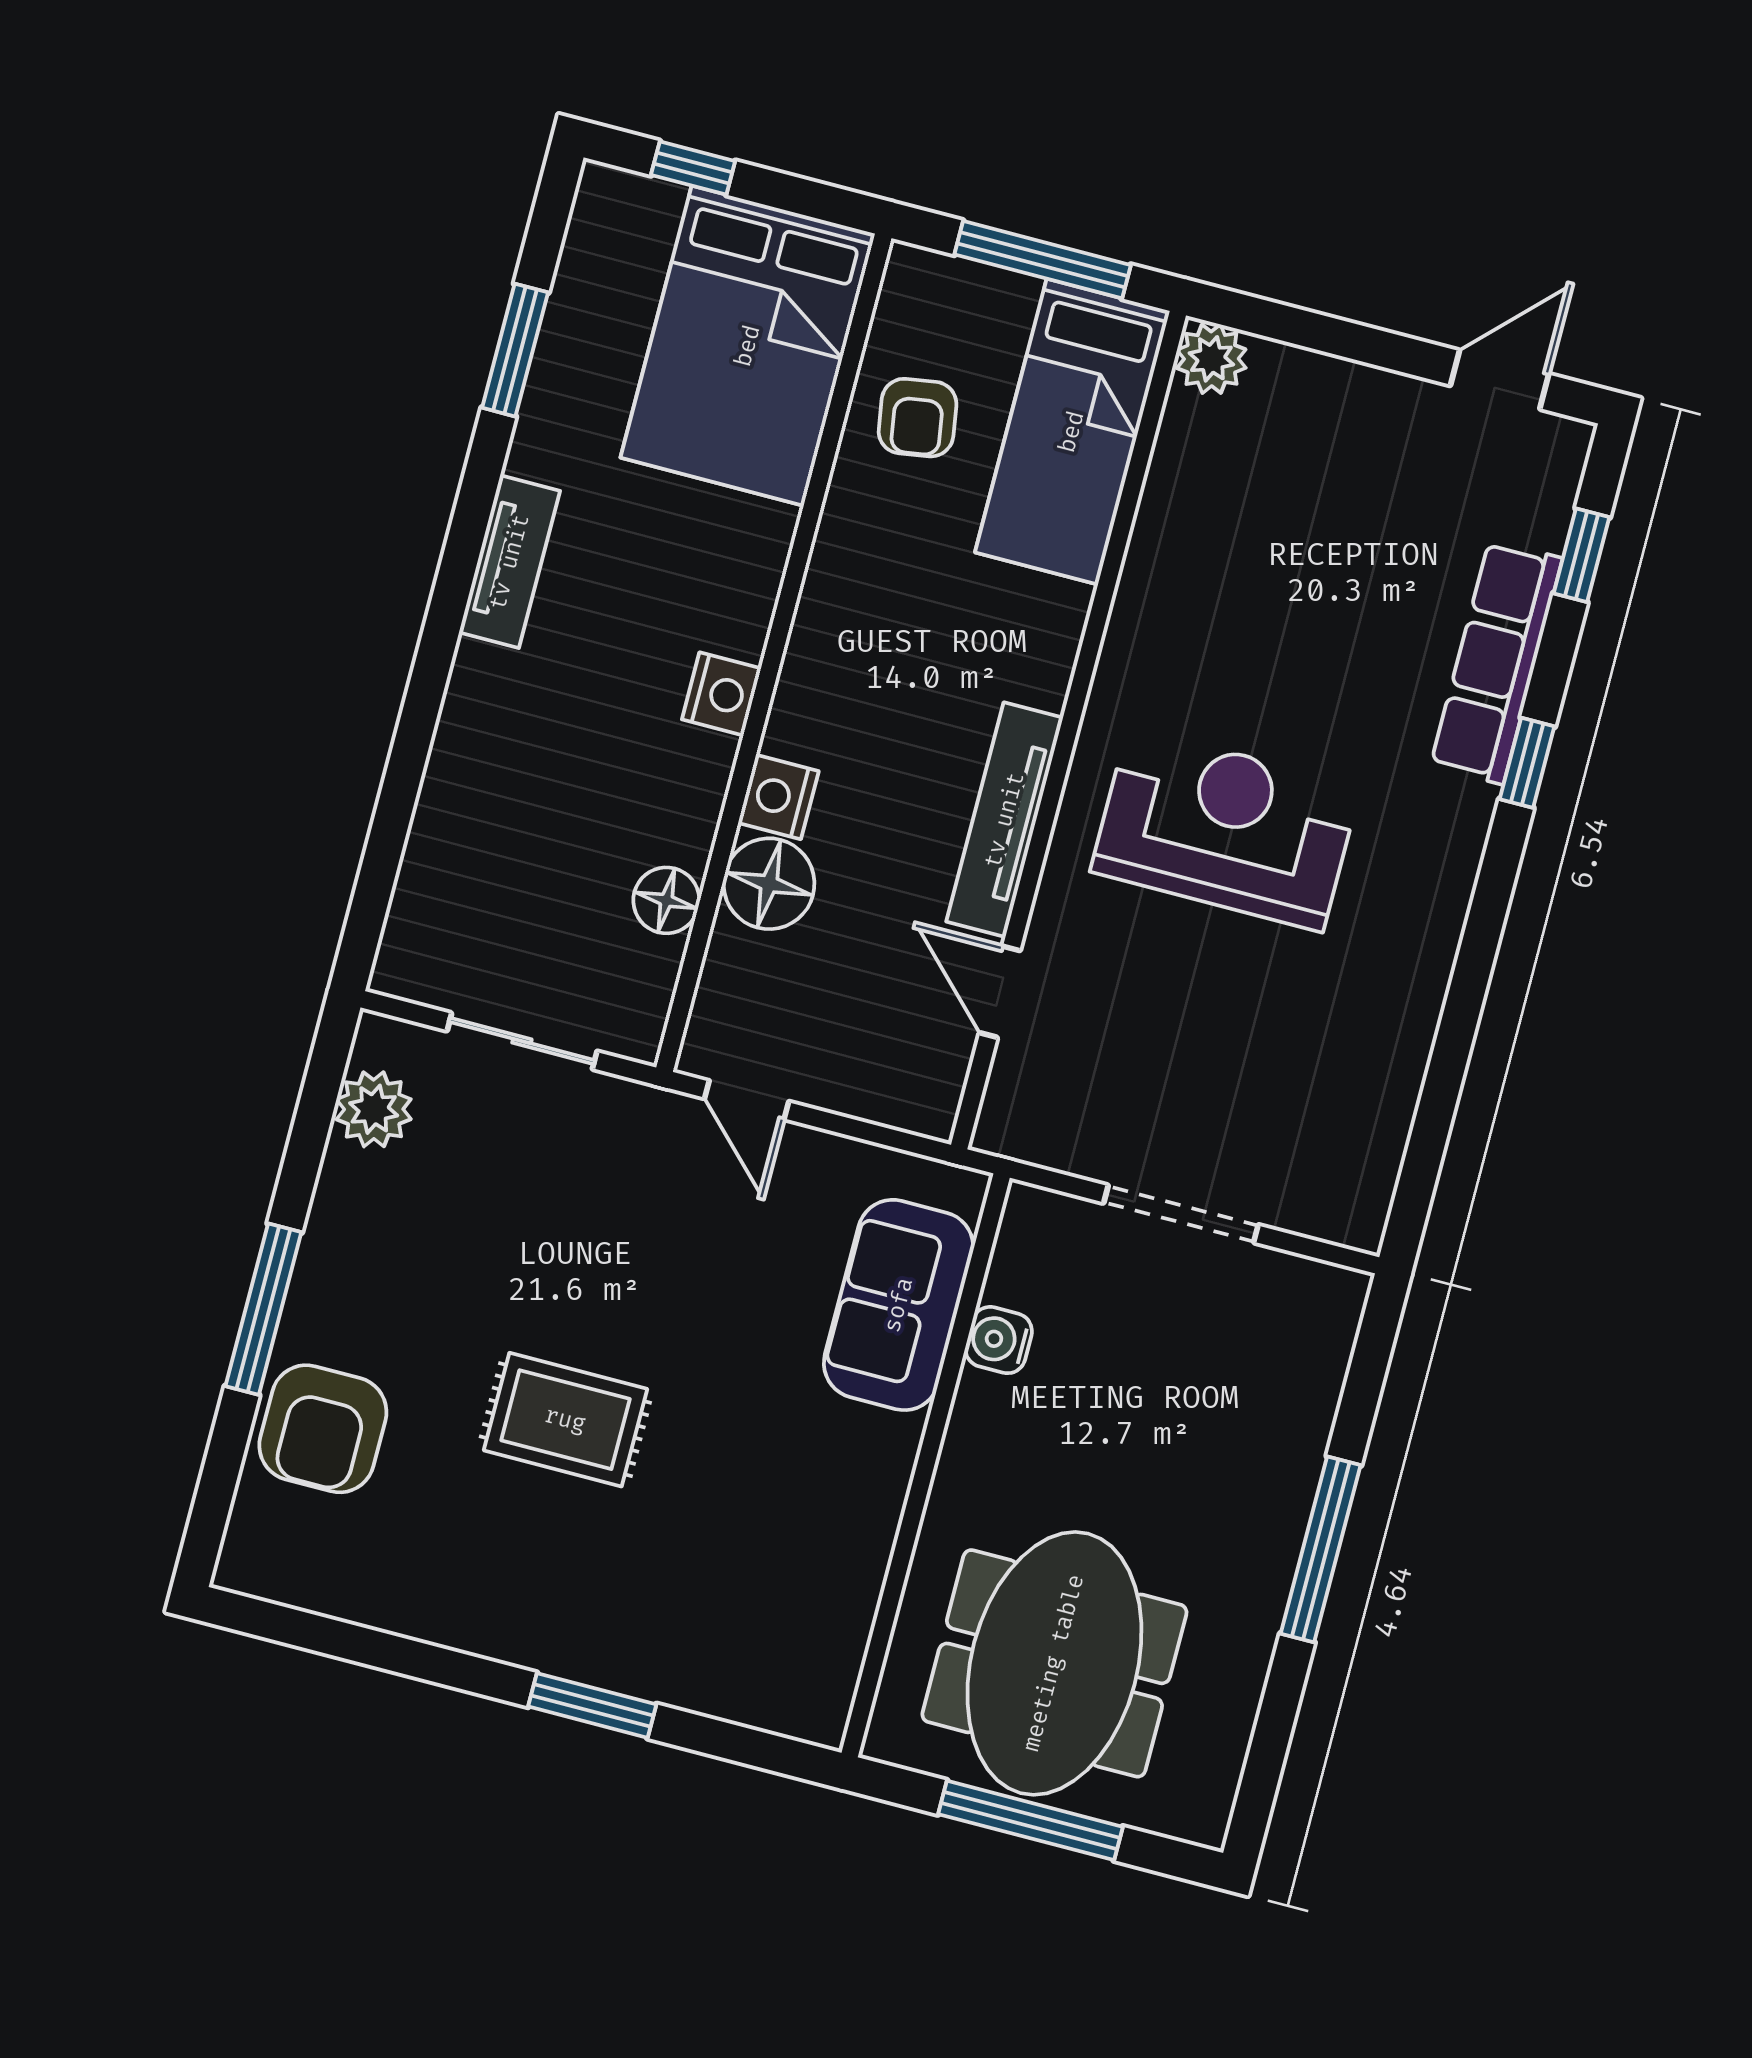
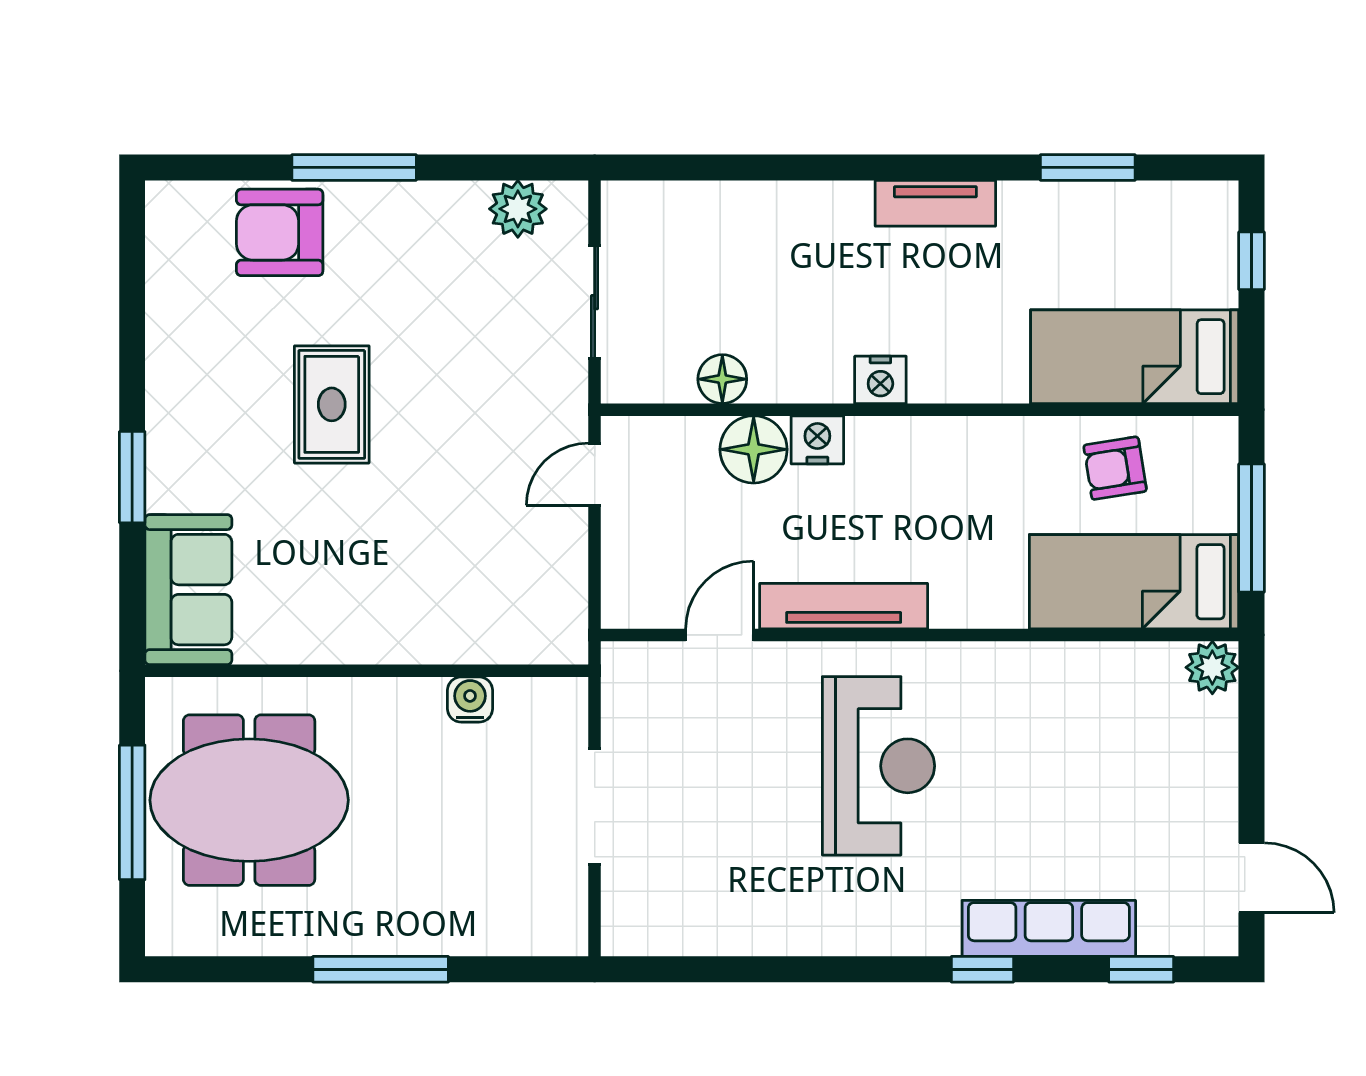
bed: (748, 346) -> (1135, 357), width x0.67
sofa: (899, 1305) -> (188, 590), moved, turned 90

